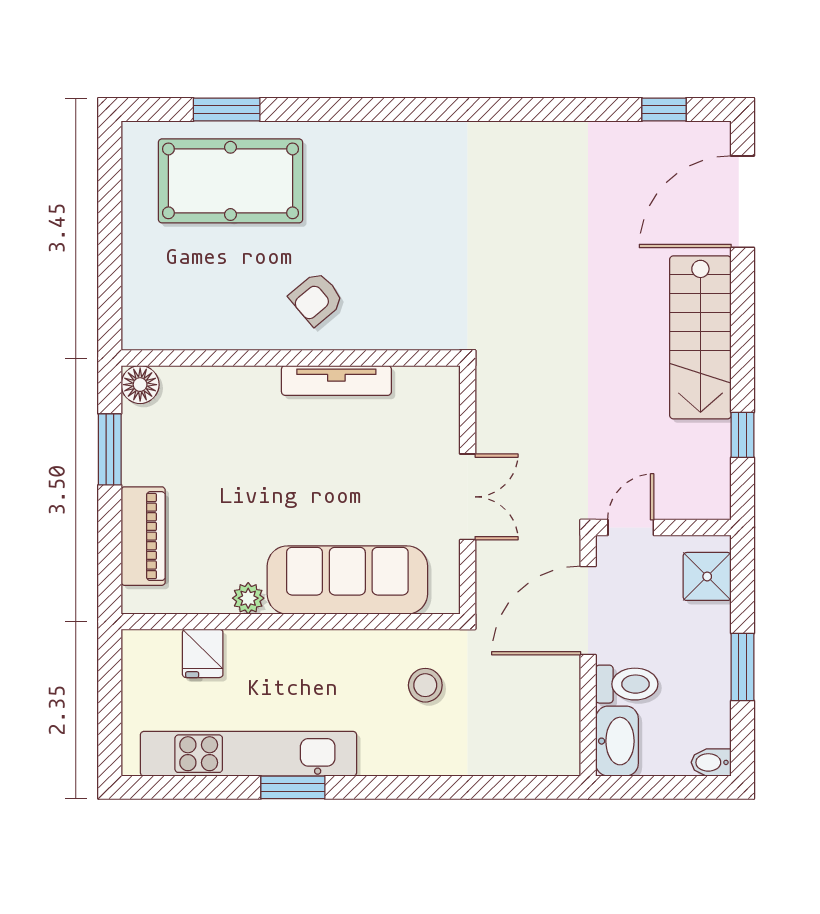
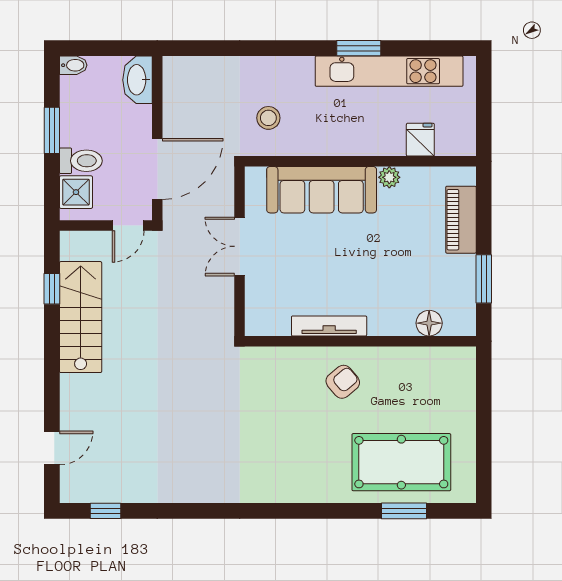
door: (742, 202) -> (52, 448), width x0.53
stairs: (700, 337) -> (81, 317), moved
floor lamp: (140, 385) -> (429, 323), moved
toilet: (627, 684) -> (81, 161), moved, turned 180

